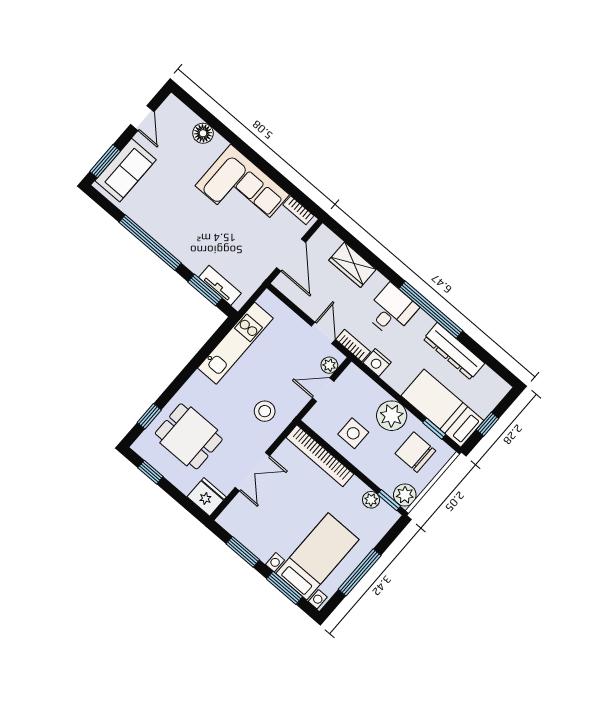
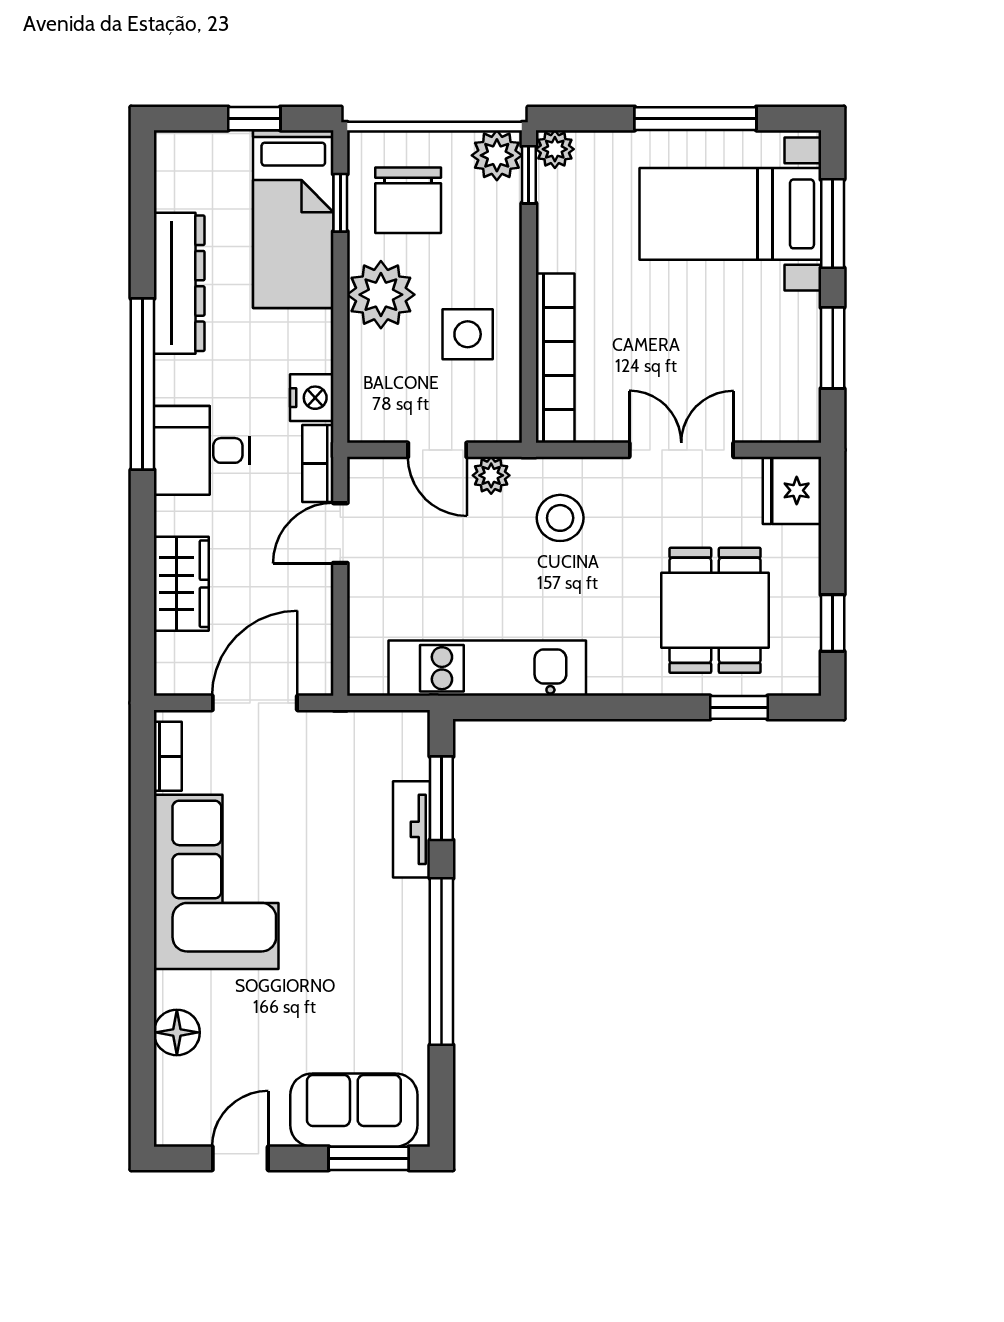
tv unit: (220, 285) -> (412, 829), moved
plant: (329, 365) -> (491, 475), moved
plant: (371, 500) -> (555, 149), moved

